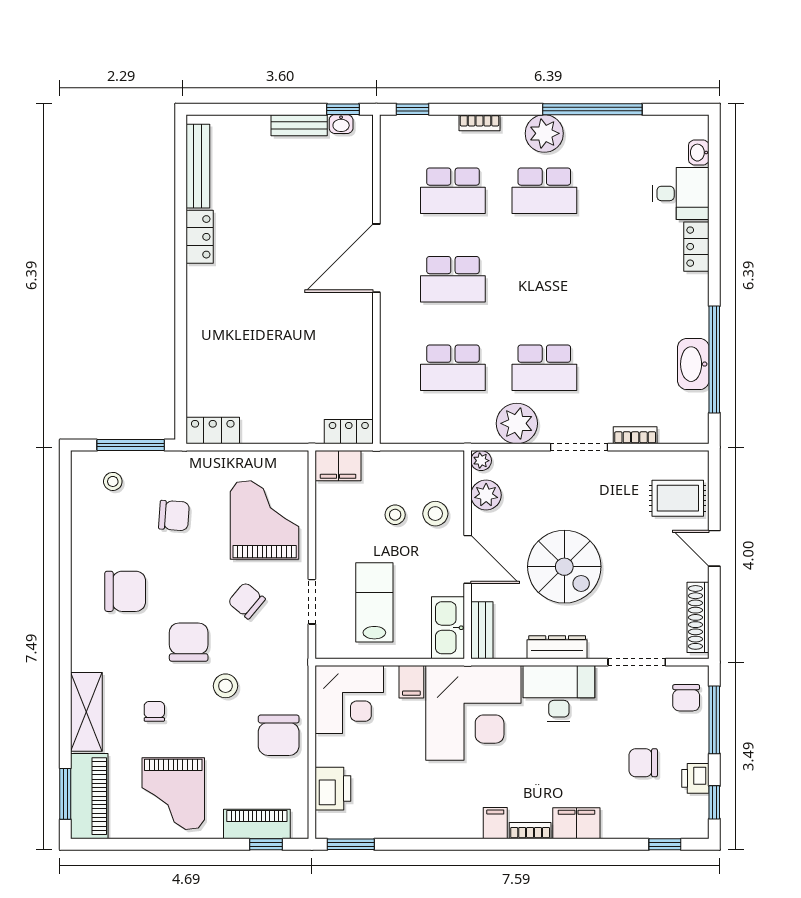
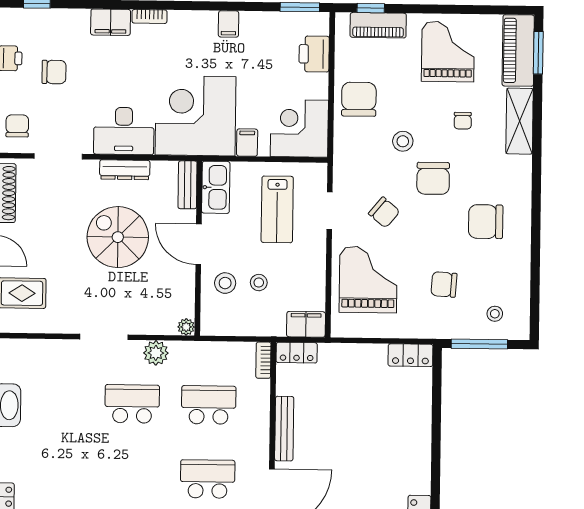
bench: (362, 341) -> (284, 429), added
plant: (517, 423) -> (156, 353), width x0.73, depth x0.73
bookcase: (635, 435) -> (263, 360), moved, turned 90
plant: (486, 495) -> (182, 298), removed
grand piano: (265, 520) -> (368, 280), turned 180
filing cabinet: (495, 823) -> (229, 24), moved

